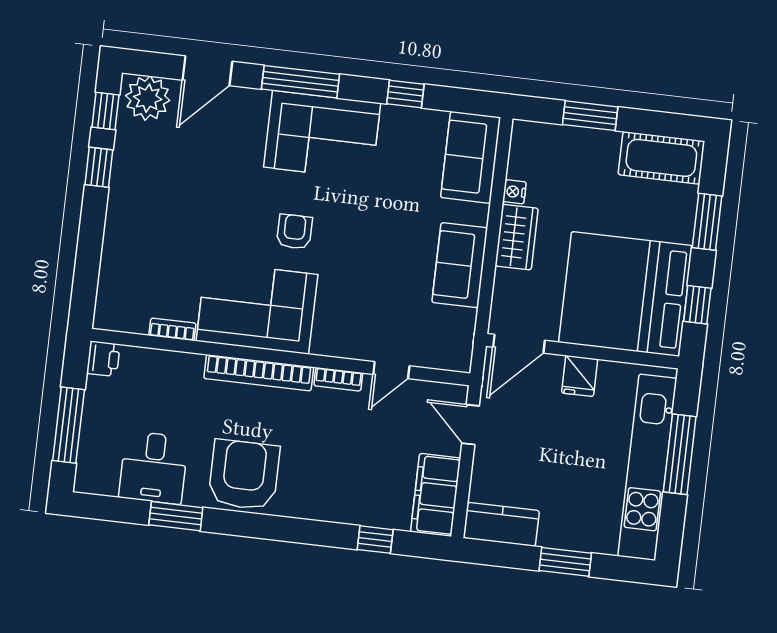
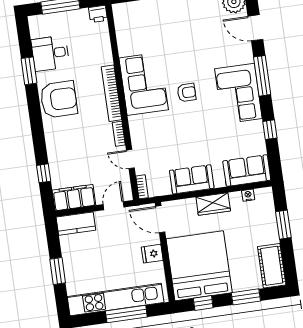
nightstand: (514, 192) -> (248, 195), moved
bookcase: (172, 329) -> (142, 187), moved
kitchen counter: (501, 524) -> (76, 224), moved, turned 90

